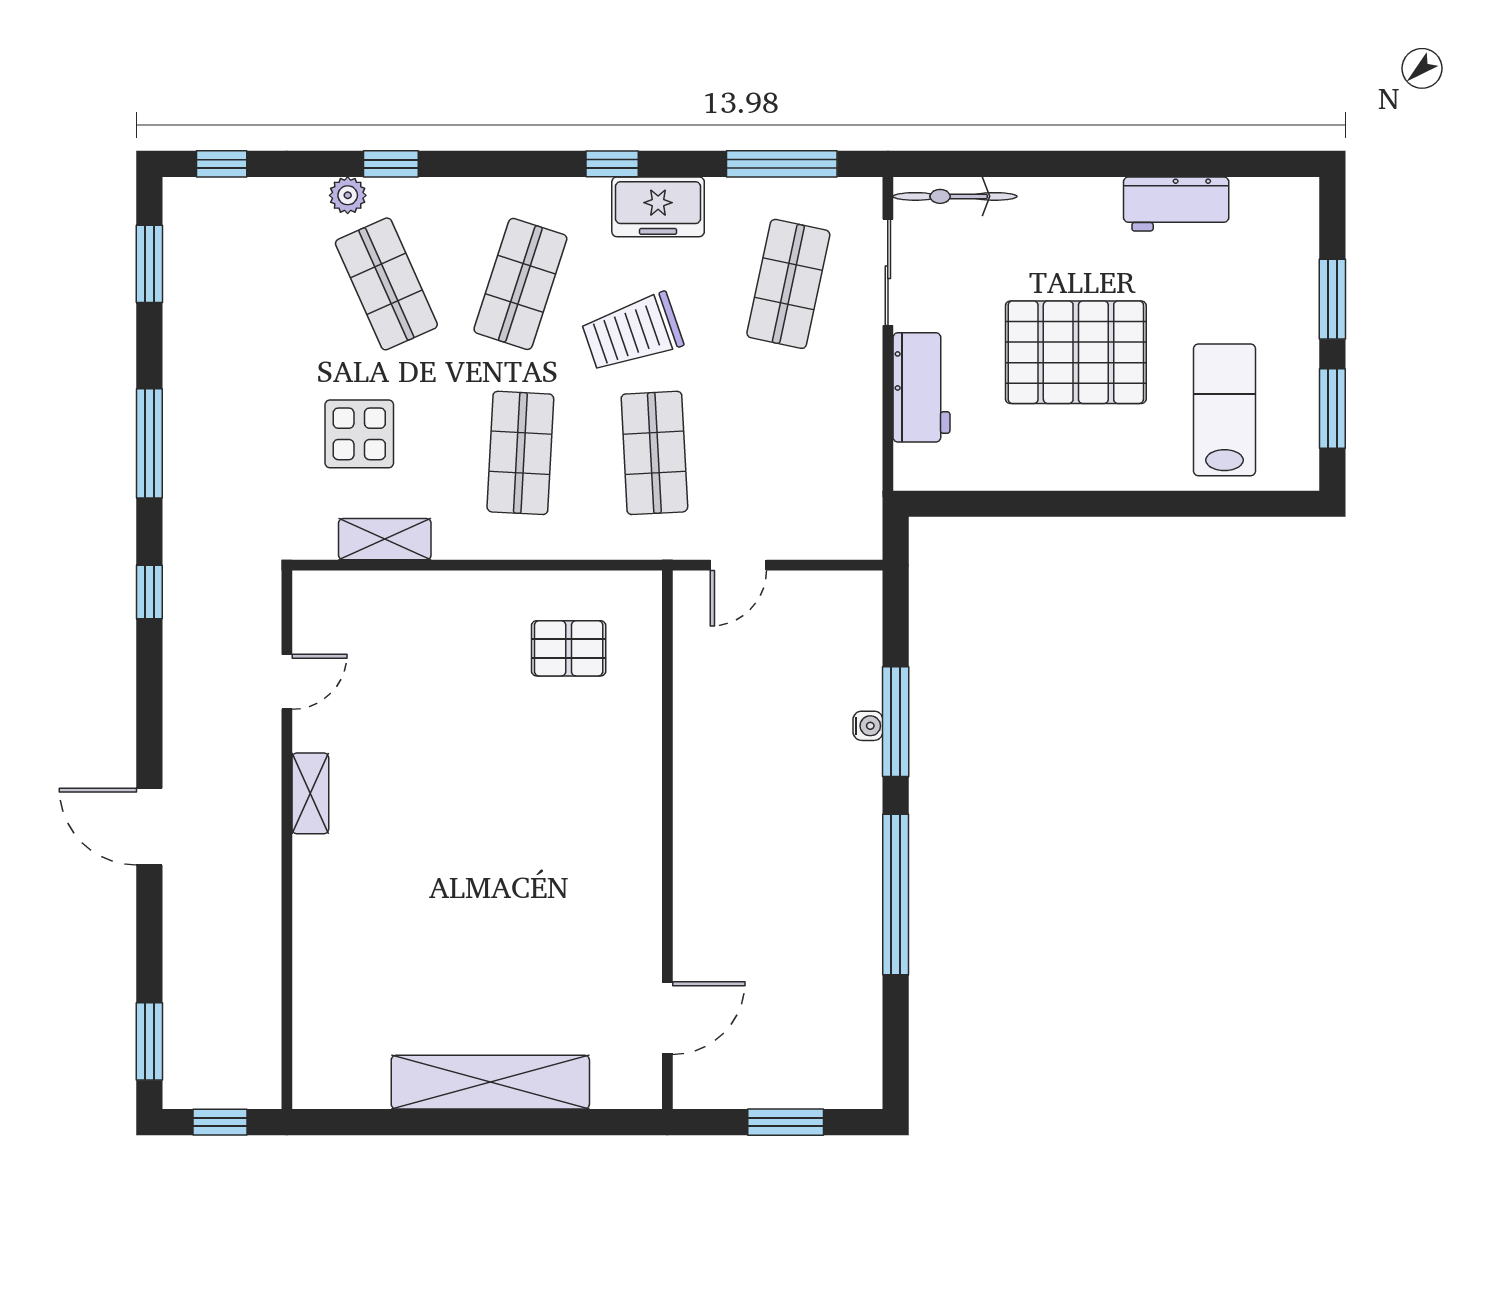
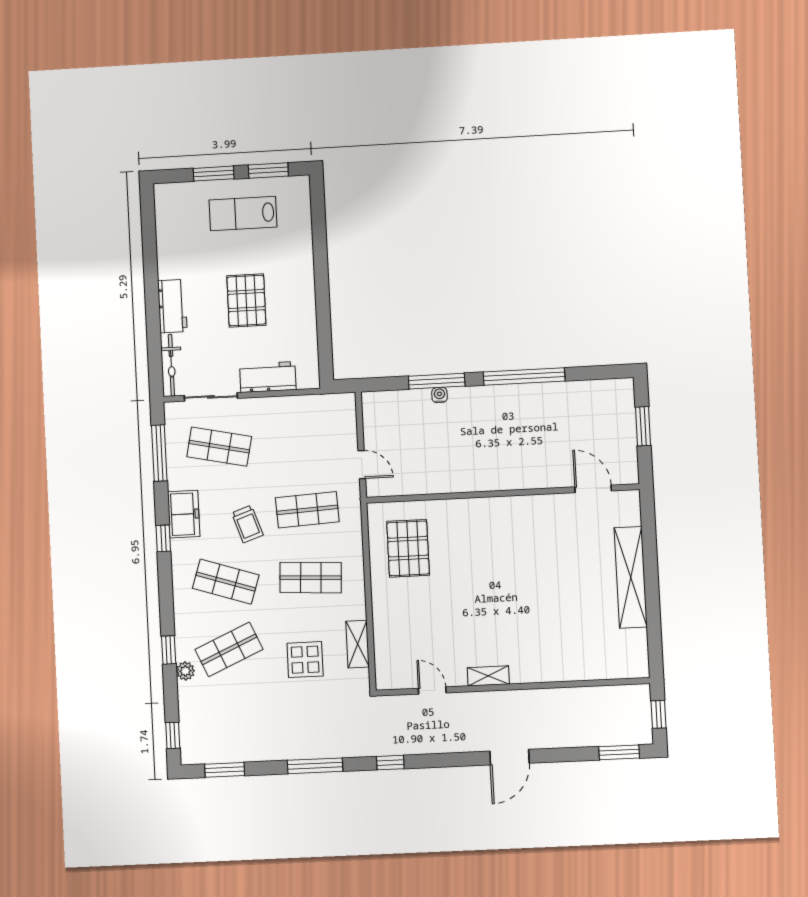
workbench: (1176, 204) -> (172, 306), moved
trolley: (632, 332) -> (247, 524), width x0.73, depth x0.72
pallet: (1076, 352) -> (246, 300), width x0.73, depth x0.71
lab bench: (1224, 410) -> (243, 214), moved
pallet: (569, 648) -> (408, 548), width x1.50, depth x1.42

